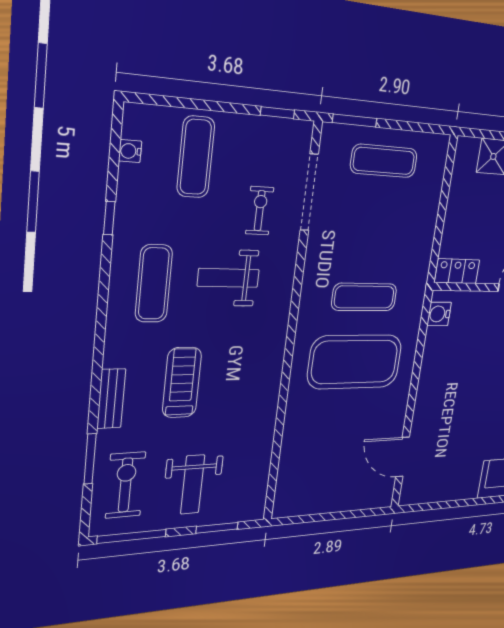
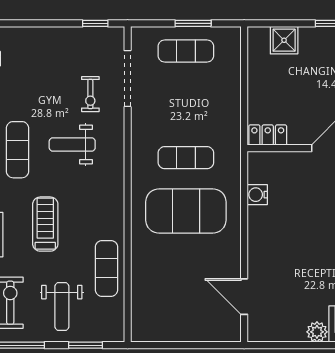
window: (355, 121) -> (193, 23), moved
exercise mat: (196, 157) -> (106, 268), moved
exercise bike: (260, 211) -> (90, 94), turned 180
water cooler: (439, 314) -> (257, 195), moved
plant: (468, 489) -> (317, 332), added

